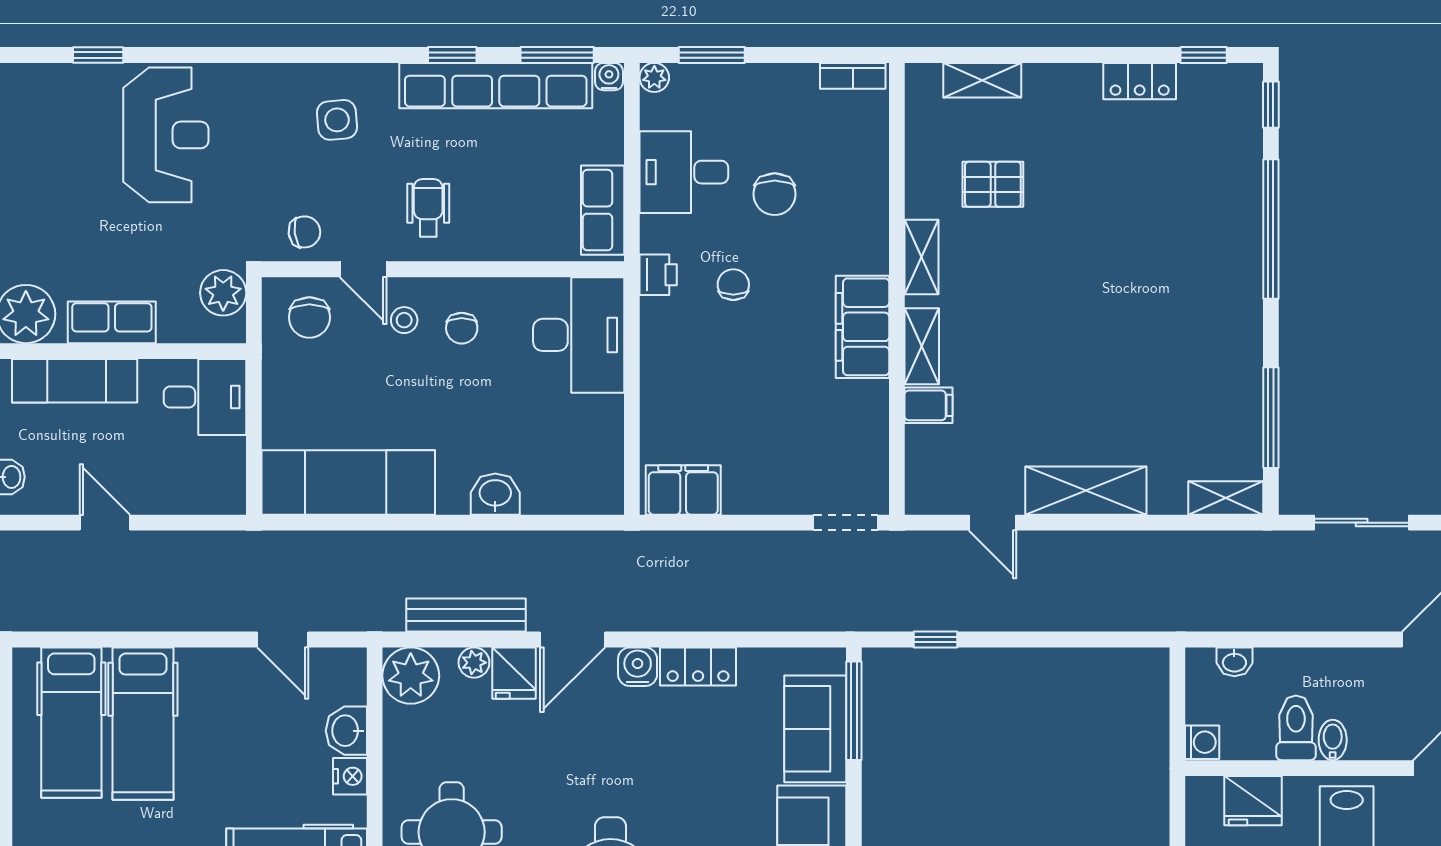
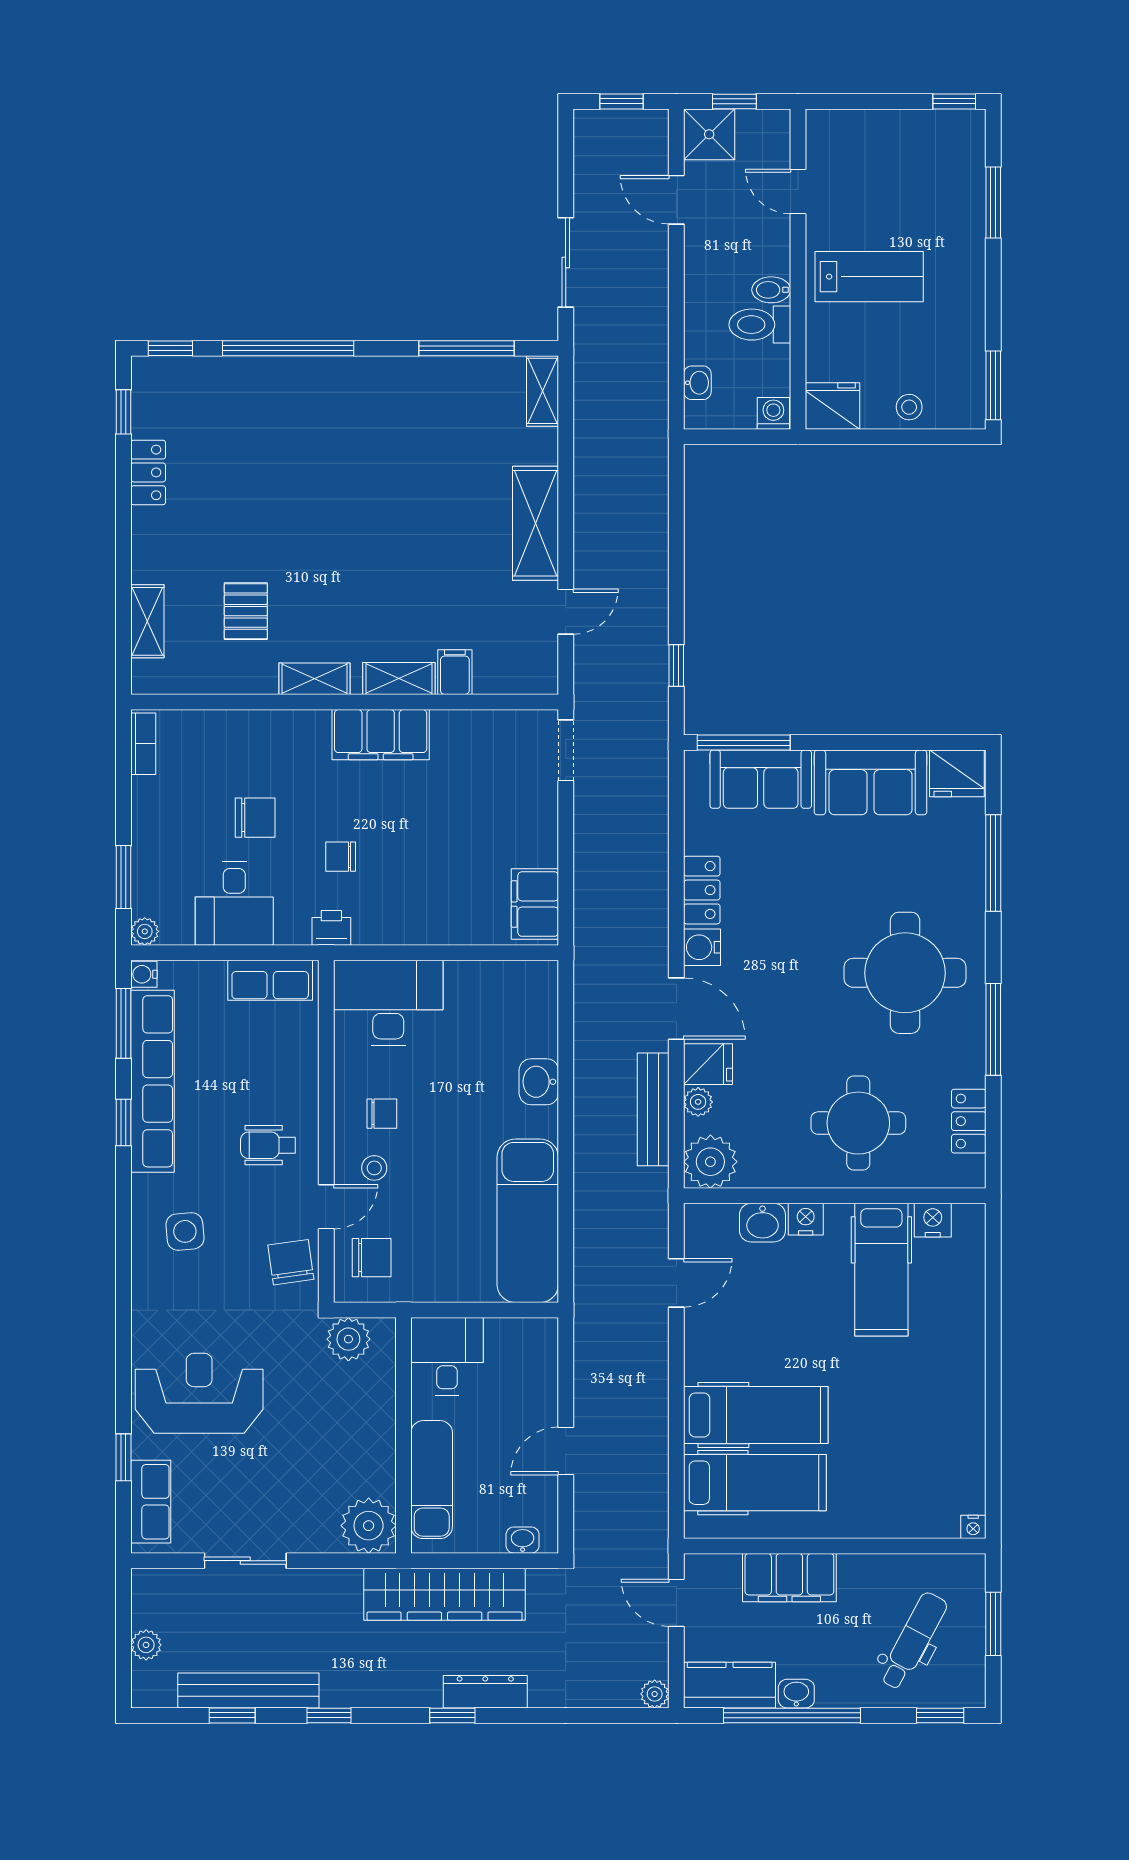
chair: (304, 232) -> (291, 1262), width x1.37, depth x1.37
row of seats: (112, 322) -> (151, 1502), moved, turned 180
fridge: (1253, 801) -> (832, 406), moved, turned -90

